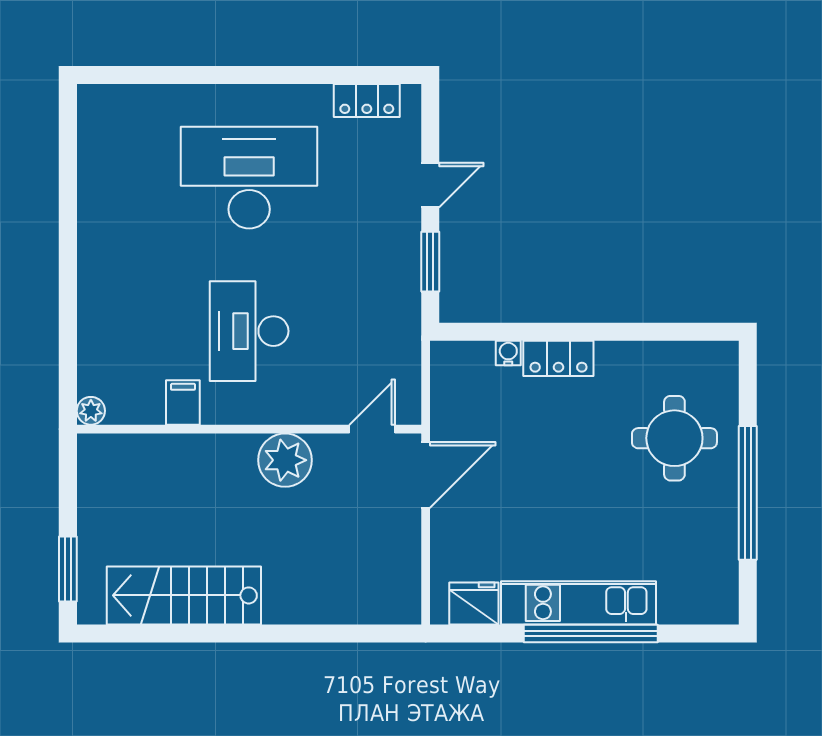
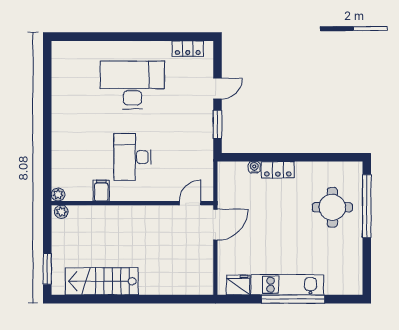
plant: (285, 460) -> (61, 212), moved, width x0.53, depth x0.53
window: (748, 493) -> (367, 206), moved

